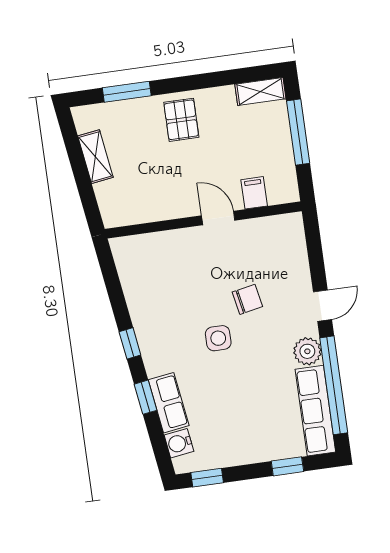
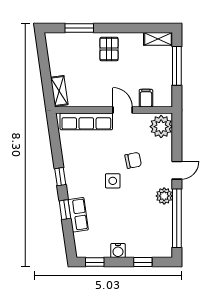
shelving: (95, 157) -> (59, 91), moved
plant: (286, 237) -> (161, 127), added
row of seats: (315, 411) -> (86, 121), moved, turned -90
water cooler: (179, 443) -> (118, 251), moved, turned -82

